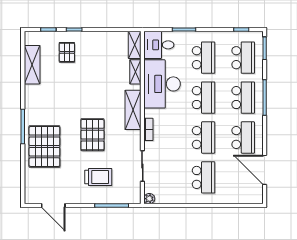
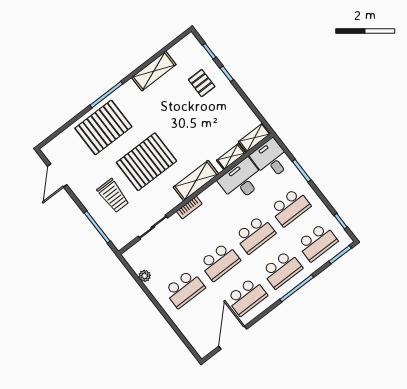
pallet: (67, 52) -> (202, 83), turned 90
shelving: (32, 65) -> (154, 71), moved
desk: (162, 84) -> (242, 180), width x0.73, depth x0.77
pallet: (92, 135) -> (146, 162), width x1.37, depth x1.41
plant: (149, 199) -> (145, 276), moved

